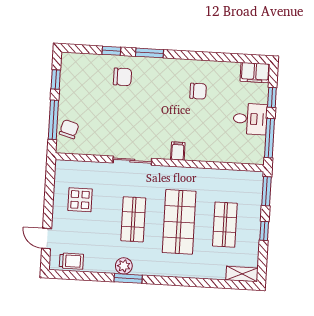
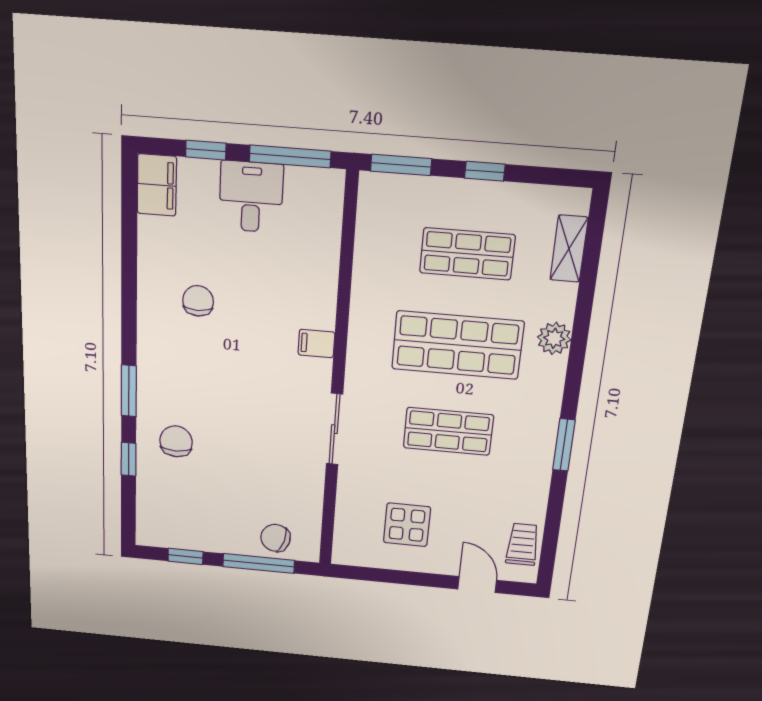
door: (47, 238) -> (477, 585), swing flipped
plant: (124, 266) -> (554, 338), moved
shelving: (242, 274) -> (569, 249), moved

